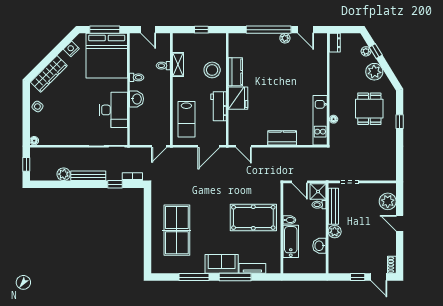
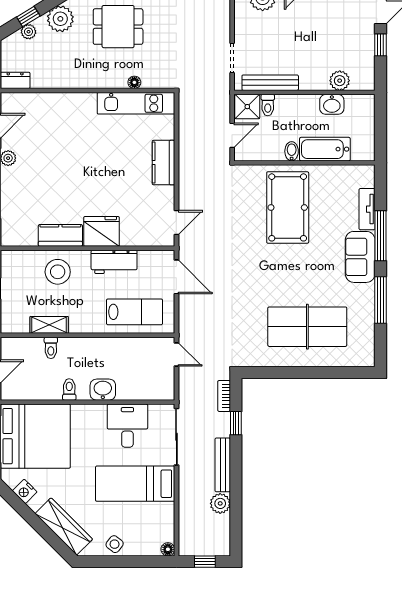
desk: (113, 110) -> (127, 426), width x0.73
bed: (76, 120) -> (135, 484), added
plant: (335, 232) -> (340, 81), moved

